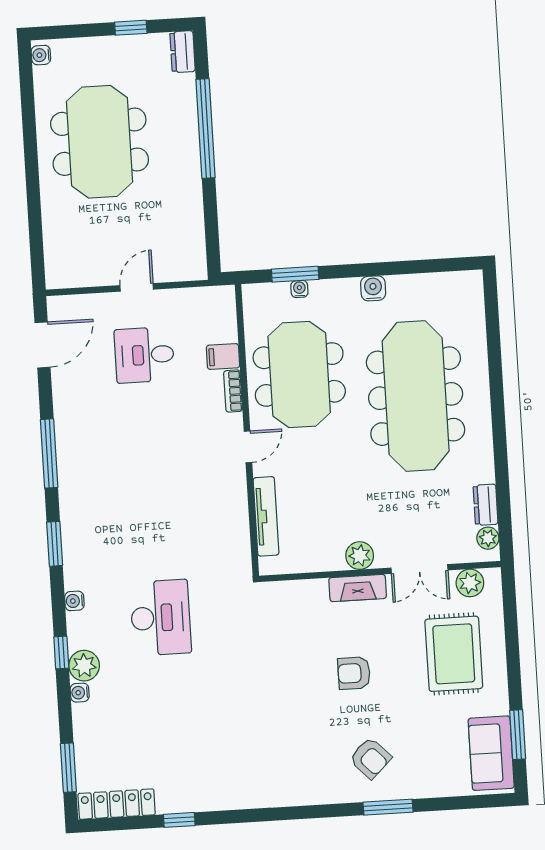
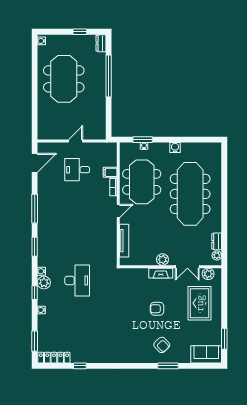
plant: (84, 666) -> (44, 283), moved
sofa: (491, 753) -> (206, 354), moved, turned 90

